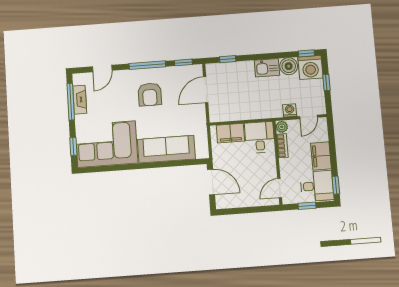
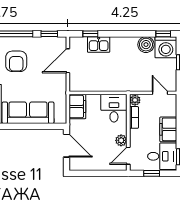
kitchen sink: (267, 68) -> (99, 44), moved
washing machine: (290, 110) -> (143, 86), removed
door: (308, 117) -> (160, 93), swing flipped
filing cabinet: (230, 133) -> (77, 107), moved, turned -90
plant: (270, 172) -> (121, 140), added

